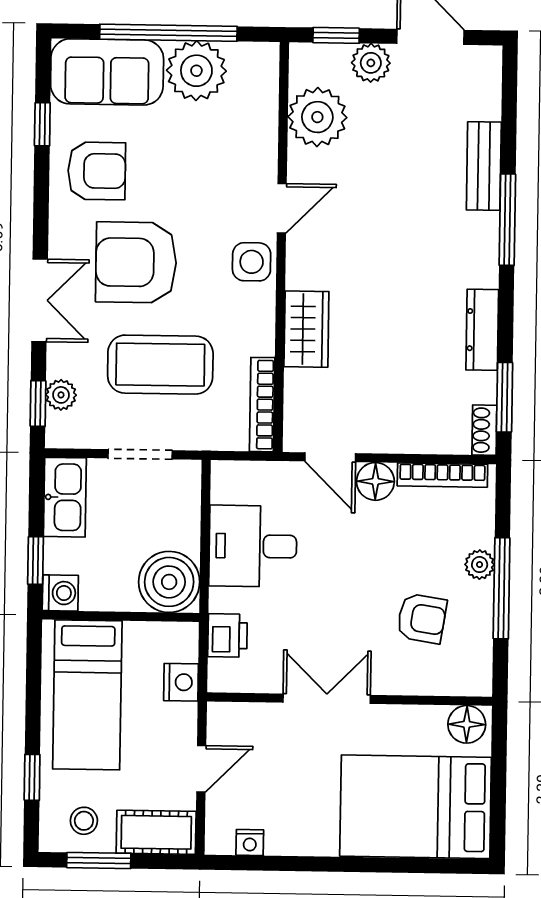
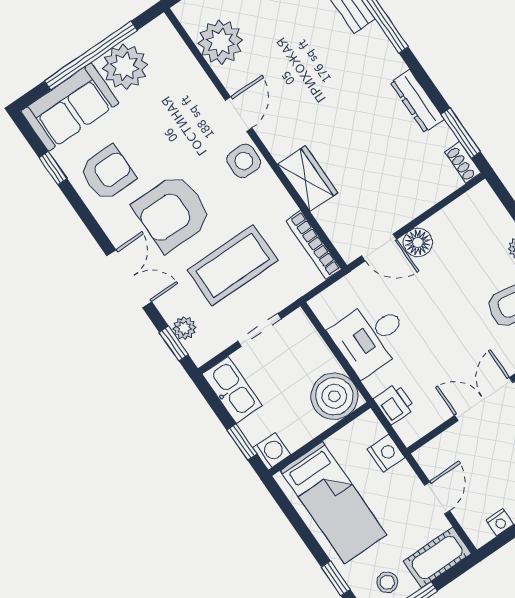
bookcase: (442, 475) -> (457, 209), removed

